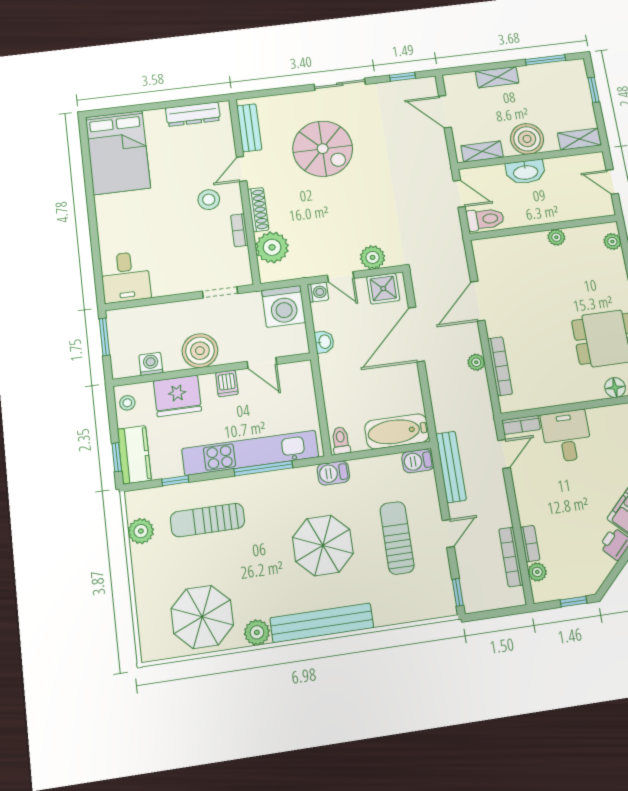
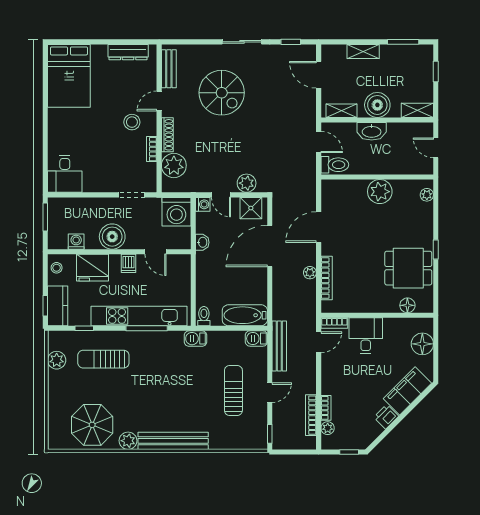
plant: (556, 237) -> (380, 192), width x1.88, depth x1.88
parasol: (323, 545) -> (181, 388), removed

